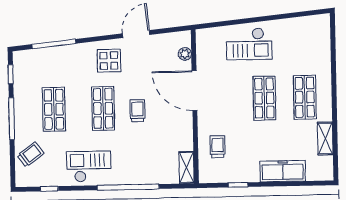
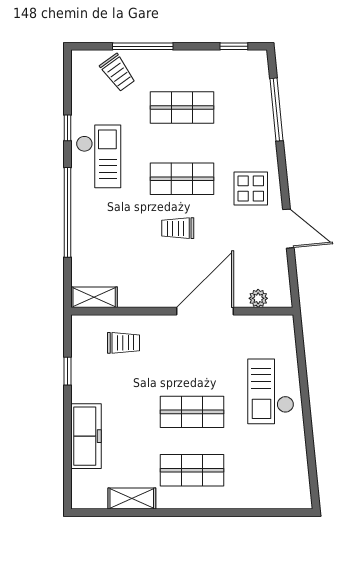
trolley: (137, 111) -> (178, 228), turned 180
window: (12, 119) -> (143, 46), moved
window: (49, 189) -> (68, 128), moved

